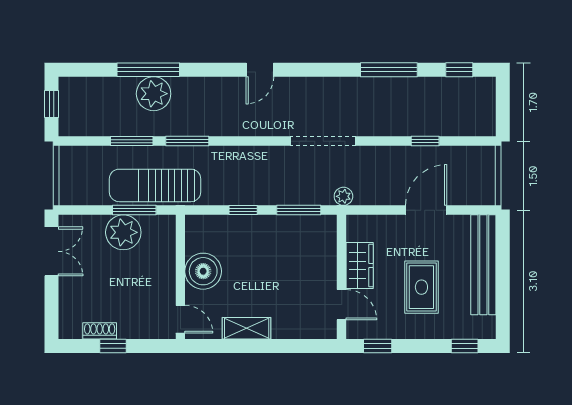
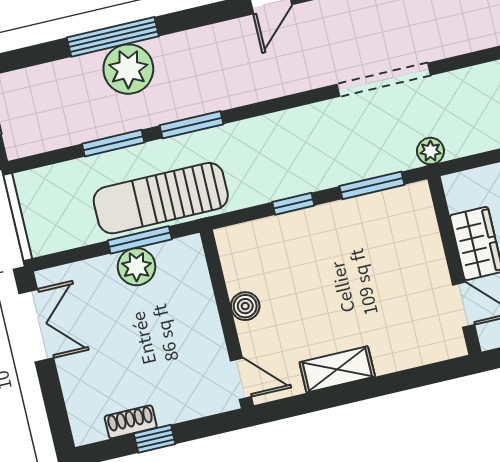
plant: (123, 232) -> (137, 267), width x0.73, depth x0.73
boiler: (203, 271) -> (245, 306), width x0.54, depth x0.54

